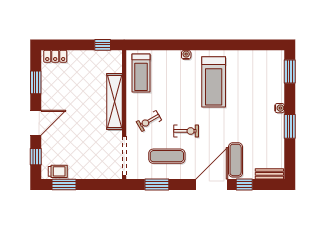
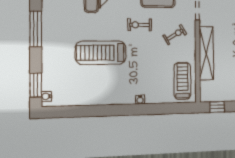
treadmill: (214, 82) -> (101, 53), moved, turned -90
water cooler: (280, 108) -> (46, 96), moved
window: (290, 126) -> (36, 29), width x1.44

